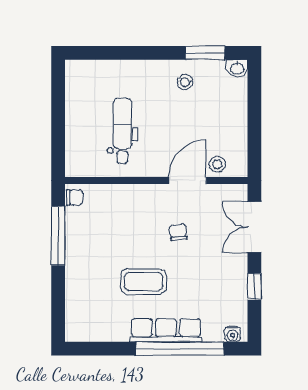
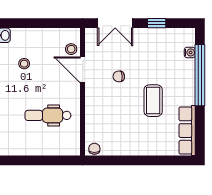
stool: (185, 82) -> (24, 64), moved
window: (58, 236) -> (121, 160), removed
row of seats: (166, 330) -> (187, 131), moved
water cooler: (232, 334) -> (190, 52), moved

